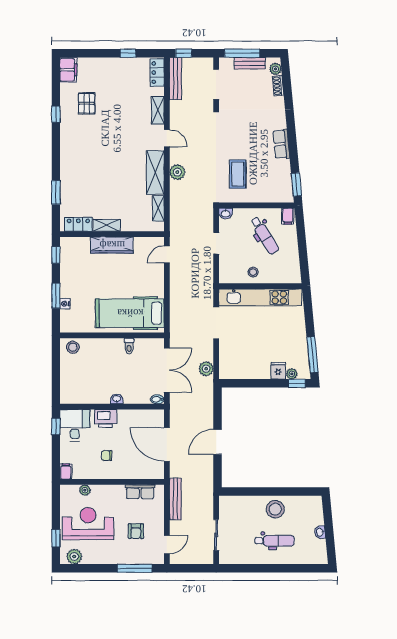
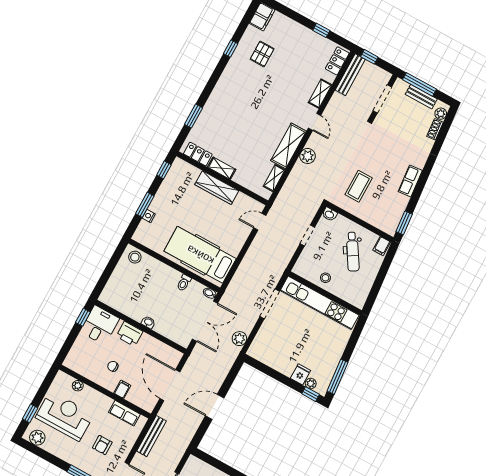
bidet: (157, 399) -> (210, 293), moved
filing cabinet: (66, 472) -> (122, 389), moved

